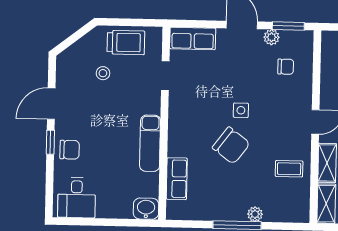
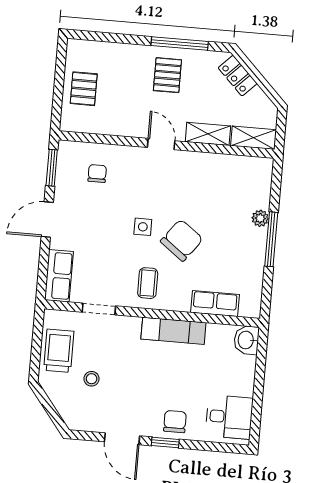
plant: (272, 37) -> (63, 187), removed
coffee table: (289, 169) -> (148, 283), moved

